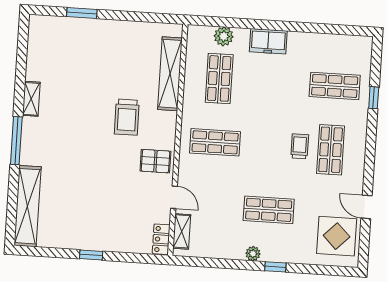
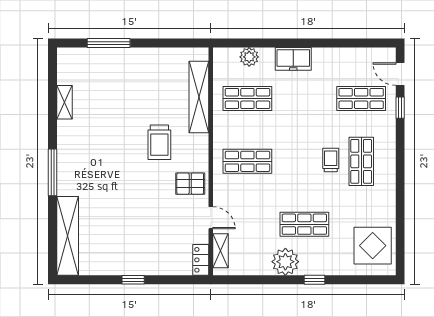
window: (82, 13) -> (109, 43), width x1.44
shop shelf: (219, 78) -> (247, 99), turned 90
shelving: (31, 99) -> (64, 102), moved
door: (367, 207) -> (400, 74), moved
plant: (253, 254) -> (285, 262), width x1.88, depth x1.88

